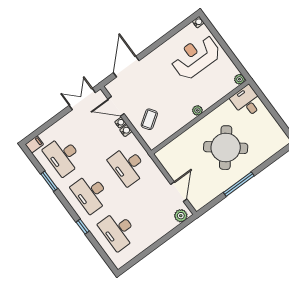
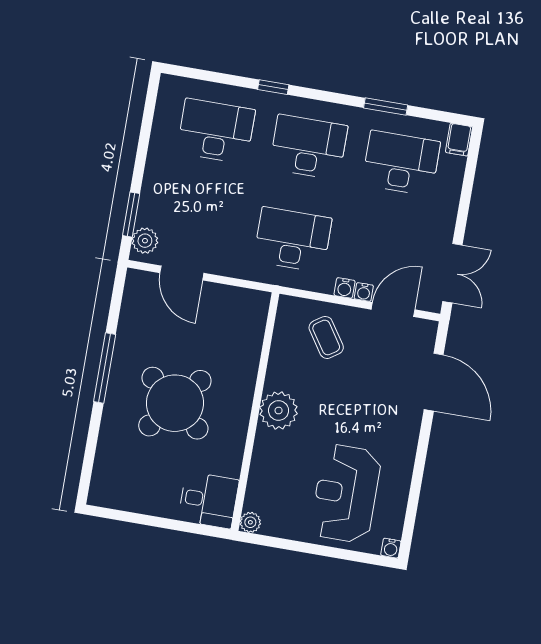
reception desk: (196, 57) -> (346, 493), turned 180
plant: (197, 110) -> (279, 410), width x1.87, depth x1.87
window: (177, 230) -> (131, 215), added

